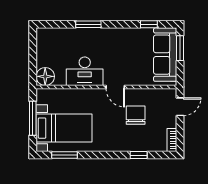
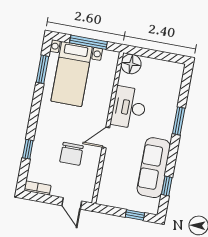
window: (180, 48) -> (135, 215), width x0.67
sofa: (165, 55) -> (154, 168), moved, turned -90
chair: (136, 115) -> (72, 154), turned 90

